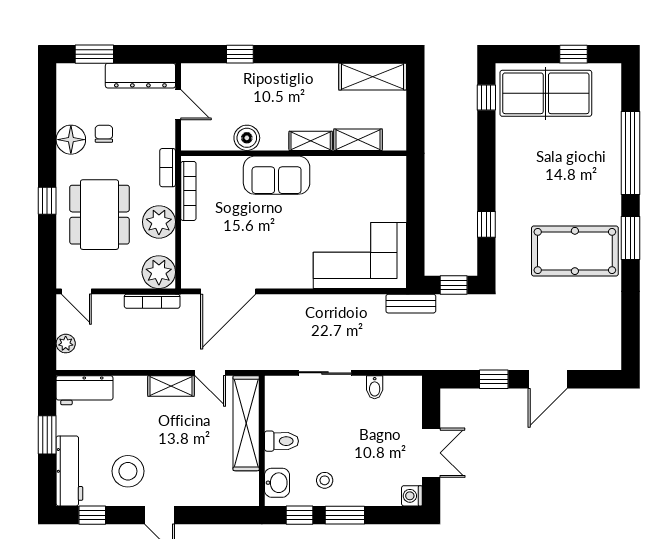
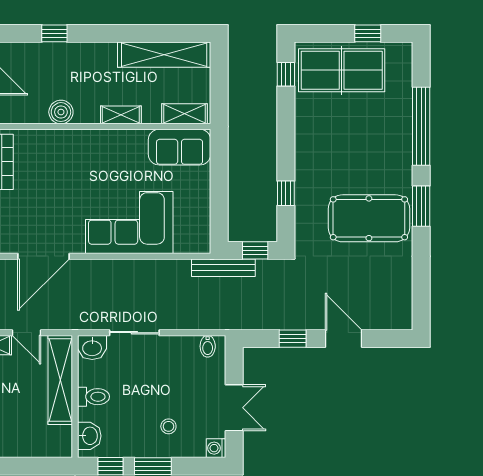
shelving: (373, 77) -> (164, 55), width x1.47
shelving: (358, 140) -> (185, 114), moved
sofa: (277, 175) -> (180, 147), moved
corner sofa: (360, 255) -> (129, 223), moved
bench: (411, 304) -> (223, 268), width x1.36
door: (548, 379) -> (343, 339), swing flipped
bidet: (375, 387) -> (208, 346), moved
washbasin: (280, 389) -> (92, 348), added
stool: (325, 480) -> (168, 426), moved

